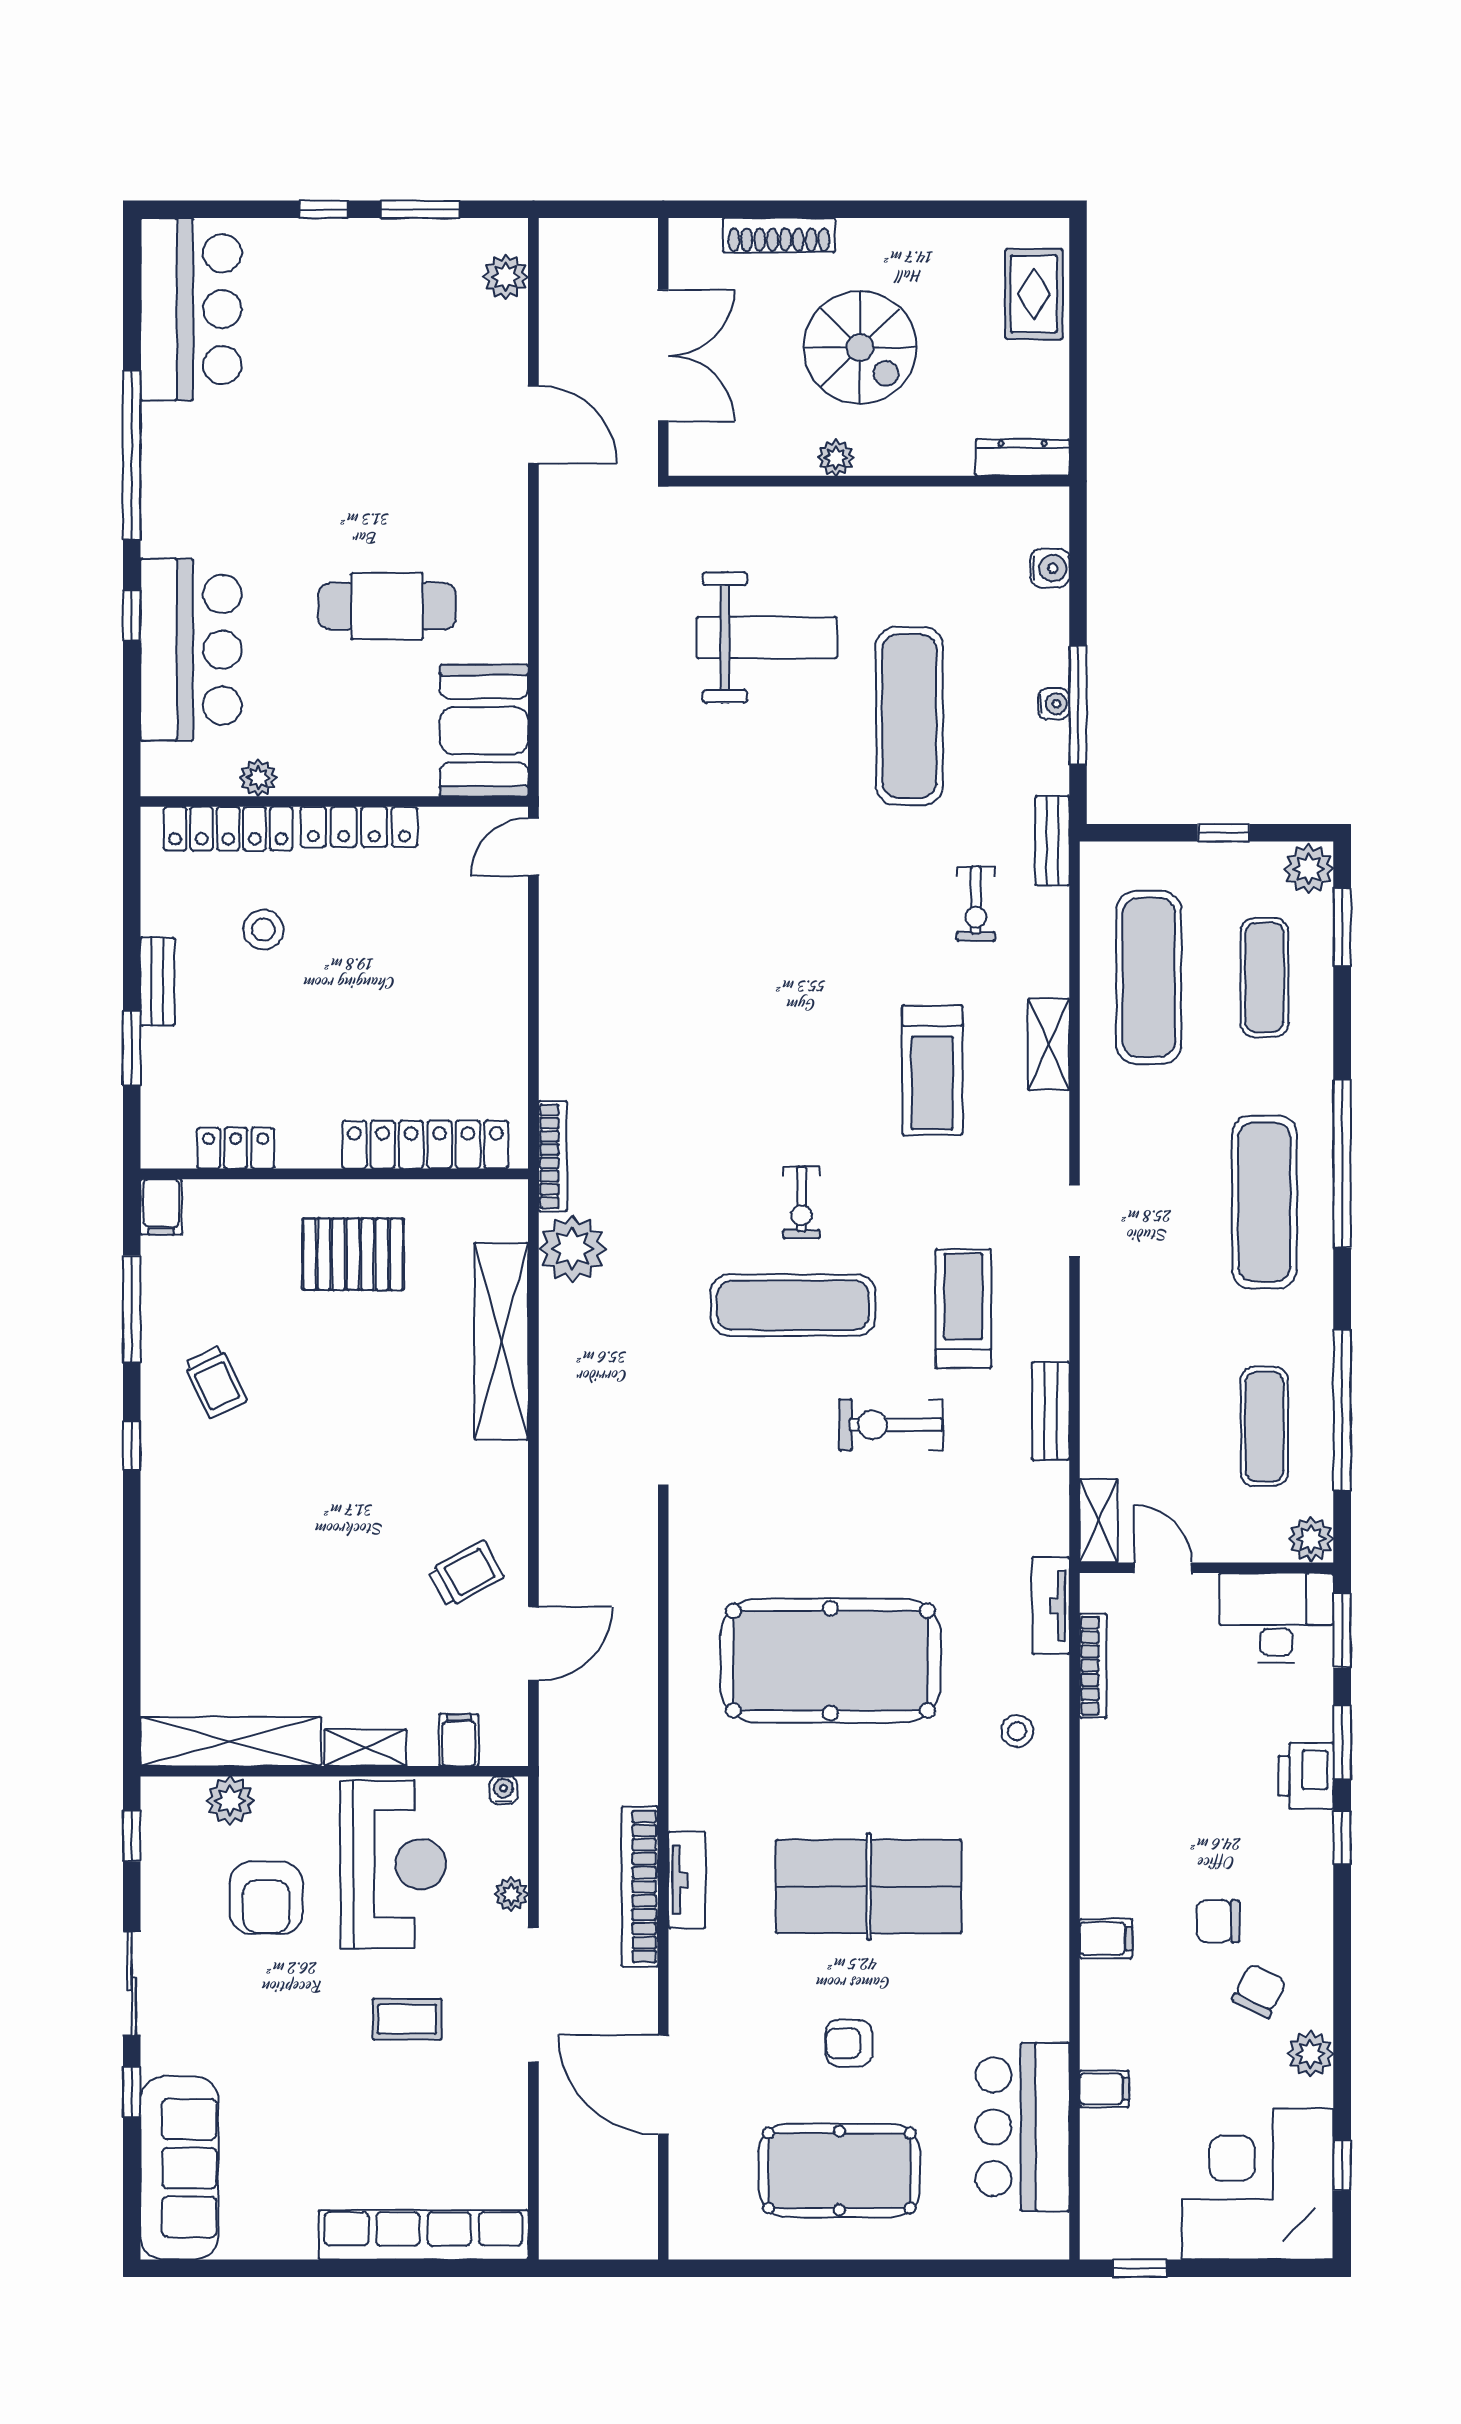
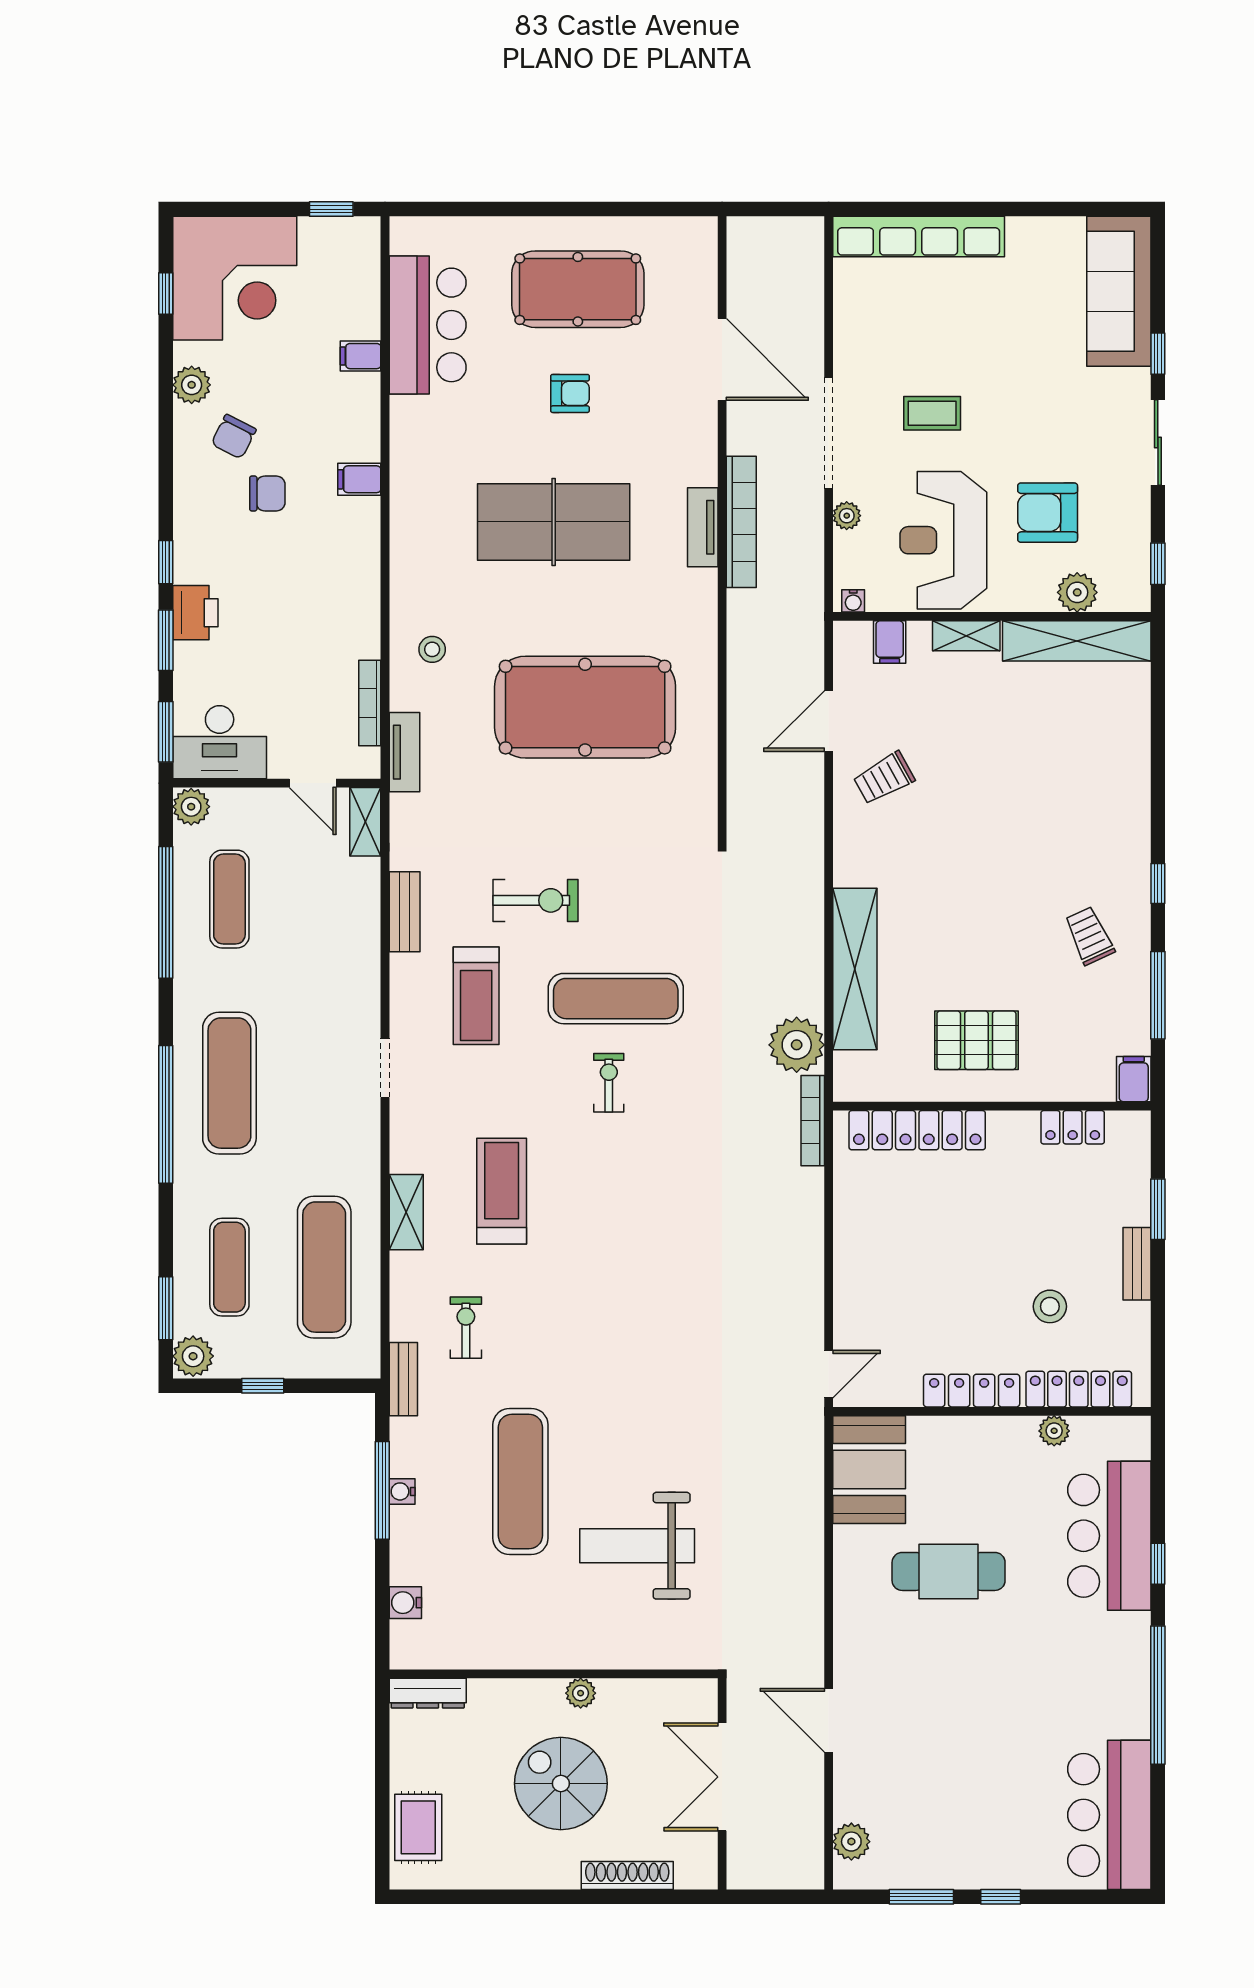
armchair: (266, 1898) -> (1048, 513), turned -90

